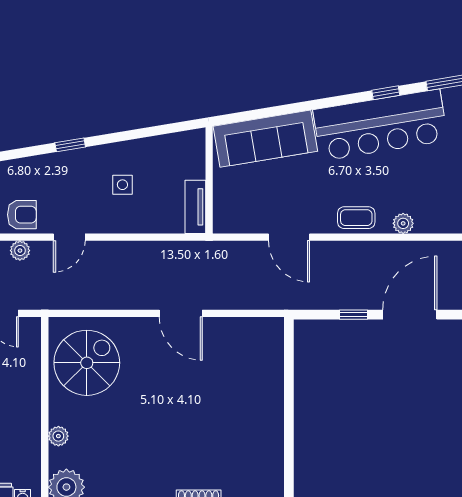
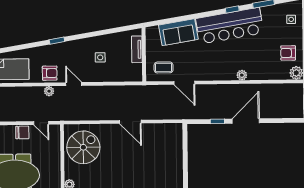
sofa: (265, 139) -> (178, 32), width x0.73
window: (70, 145) -> (57, 41), moved
tv unit: (195, 207) -> (137, 49), moved
coffee table: (356, 218) -> (164, 67), moved
door: (69, 237) -> (74, 84), swing flipped

